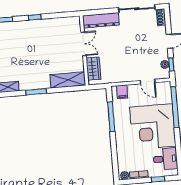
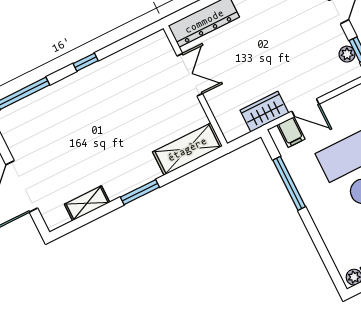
wardrobe: (93, 69) -> (264, 112), moved, turned -90
door: (148, 82) -> (305, 108), moved

